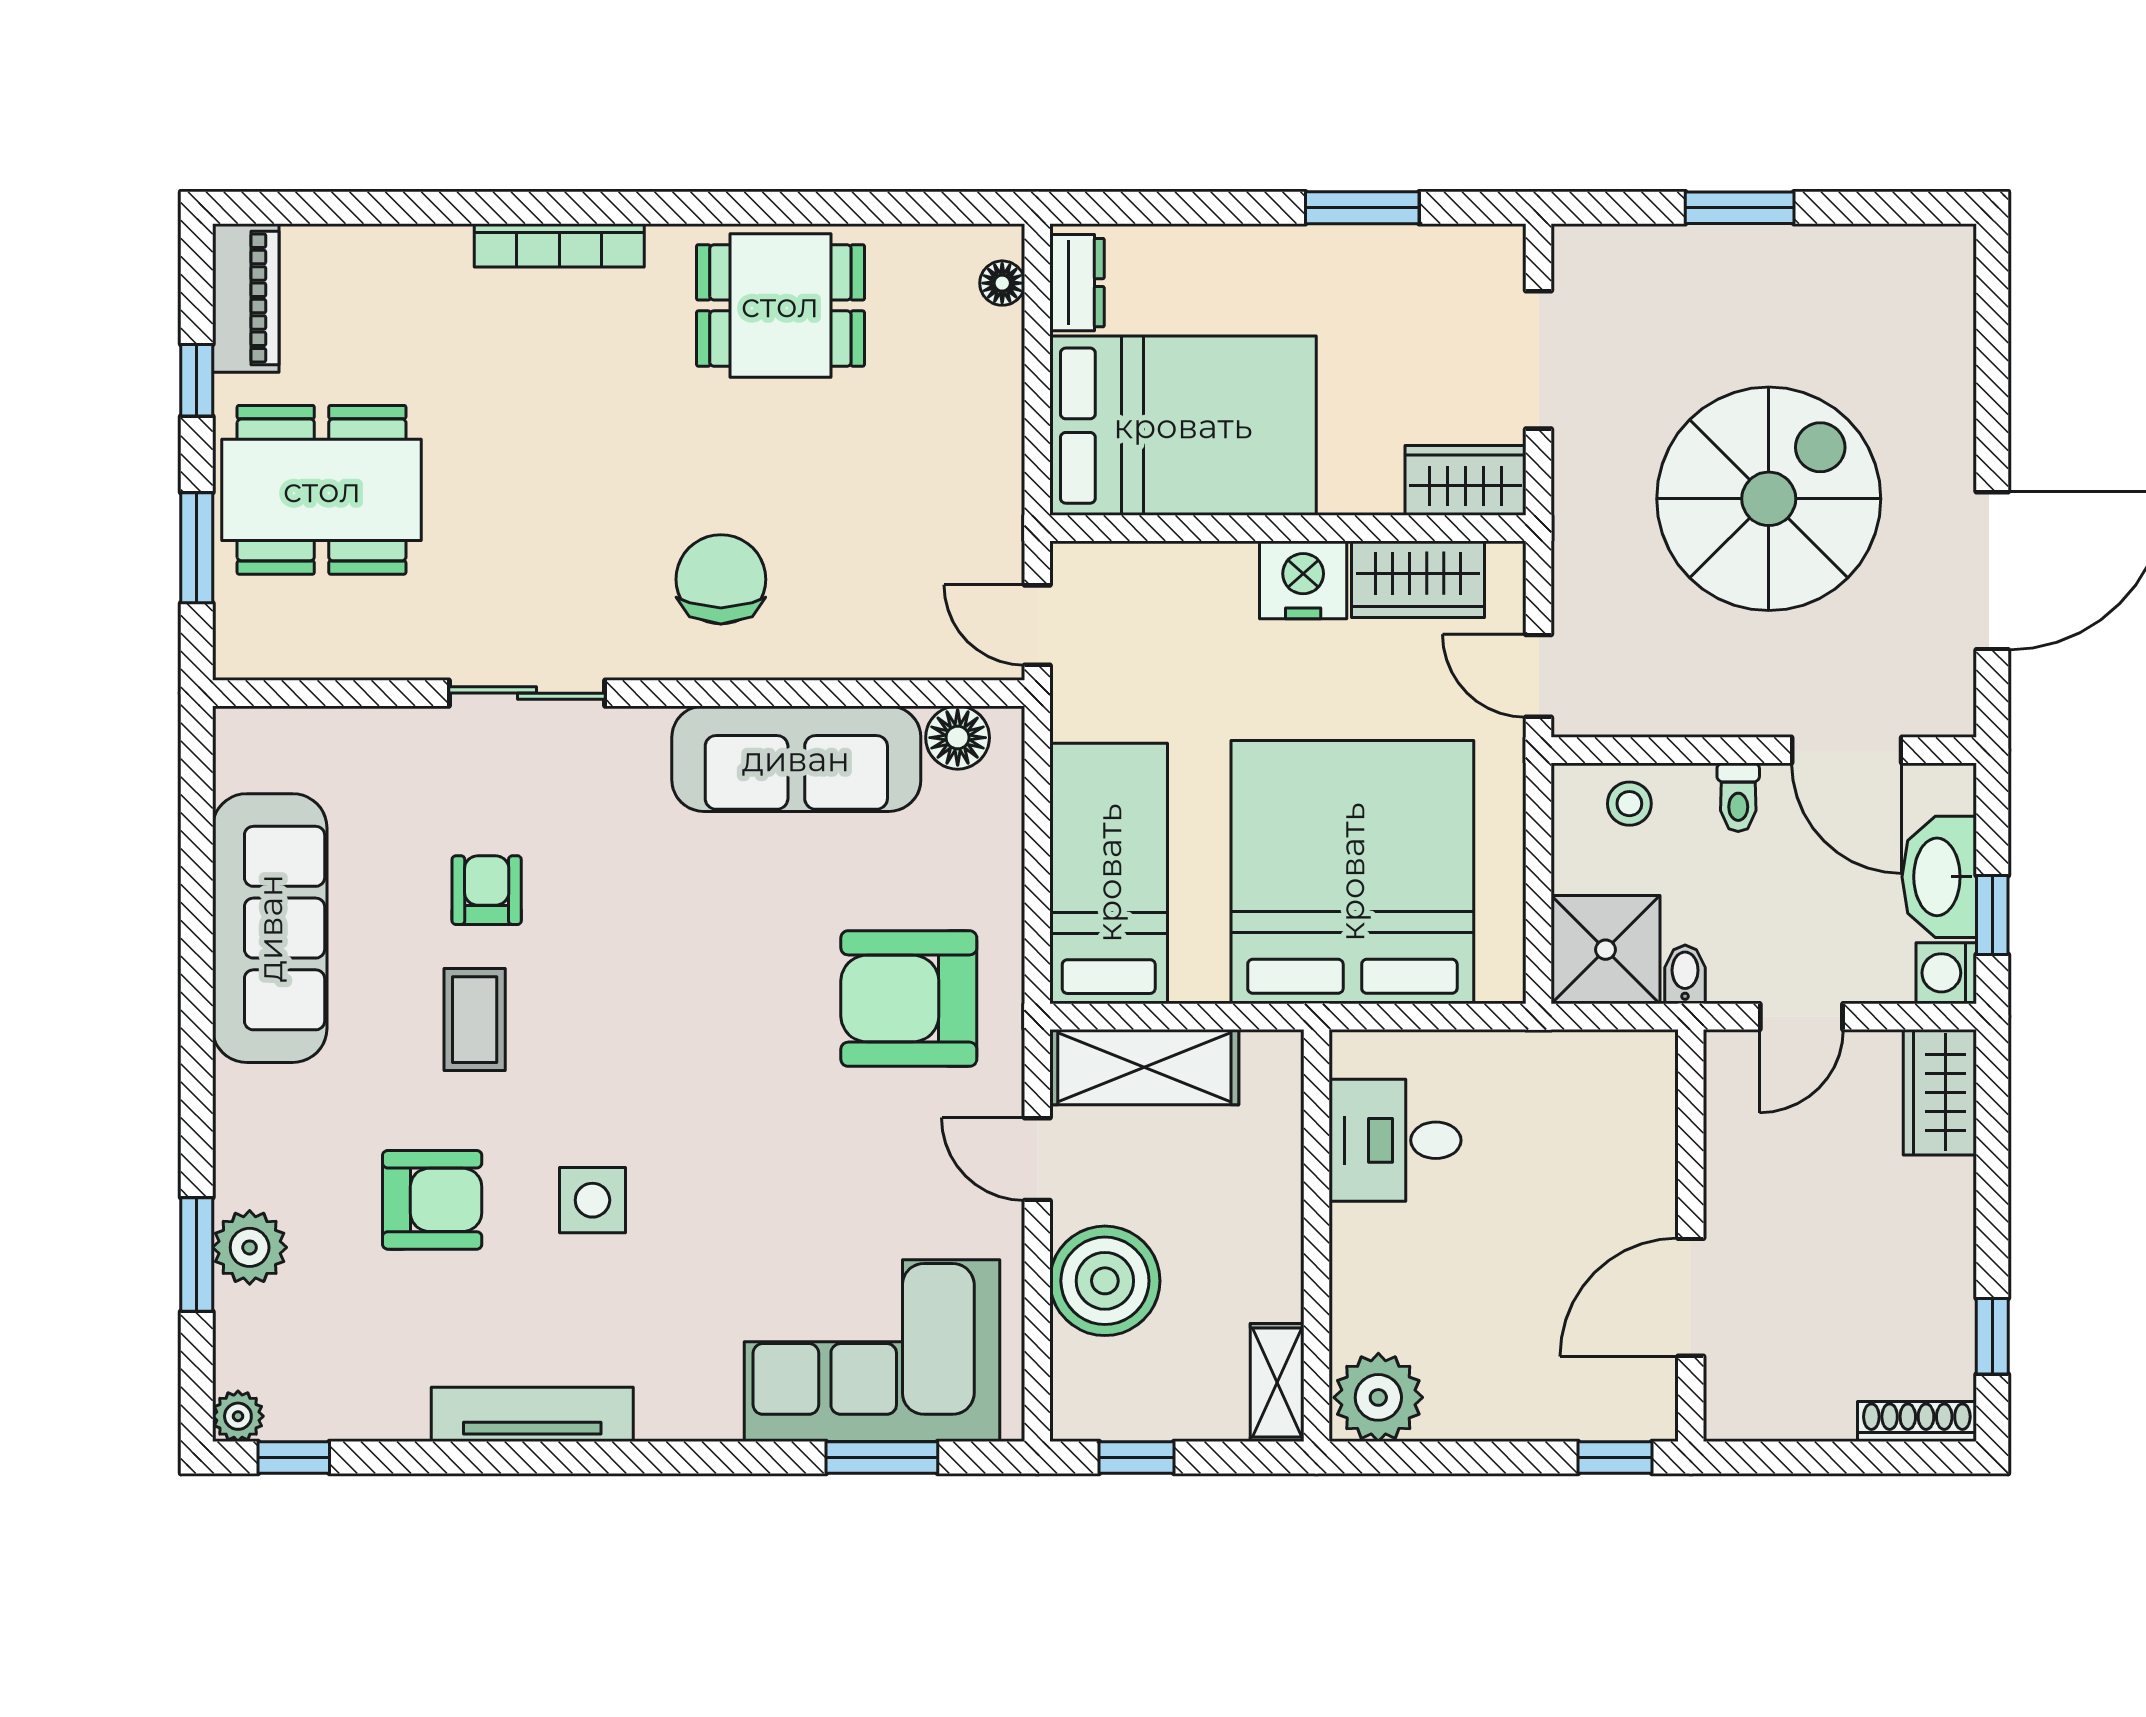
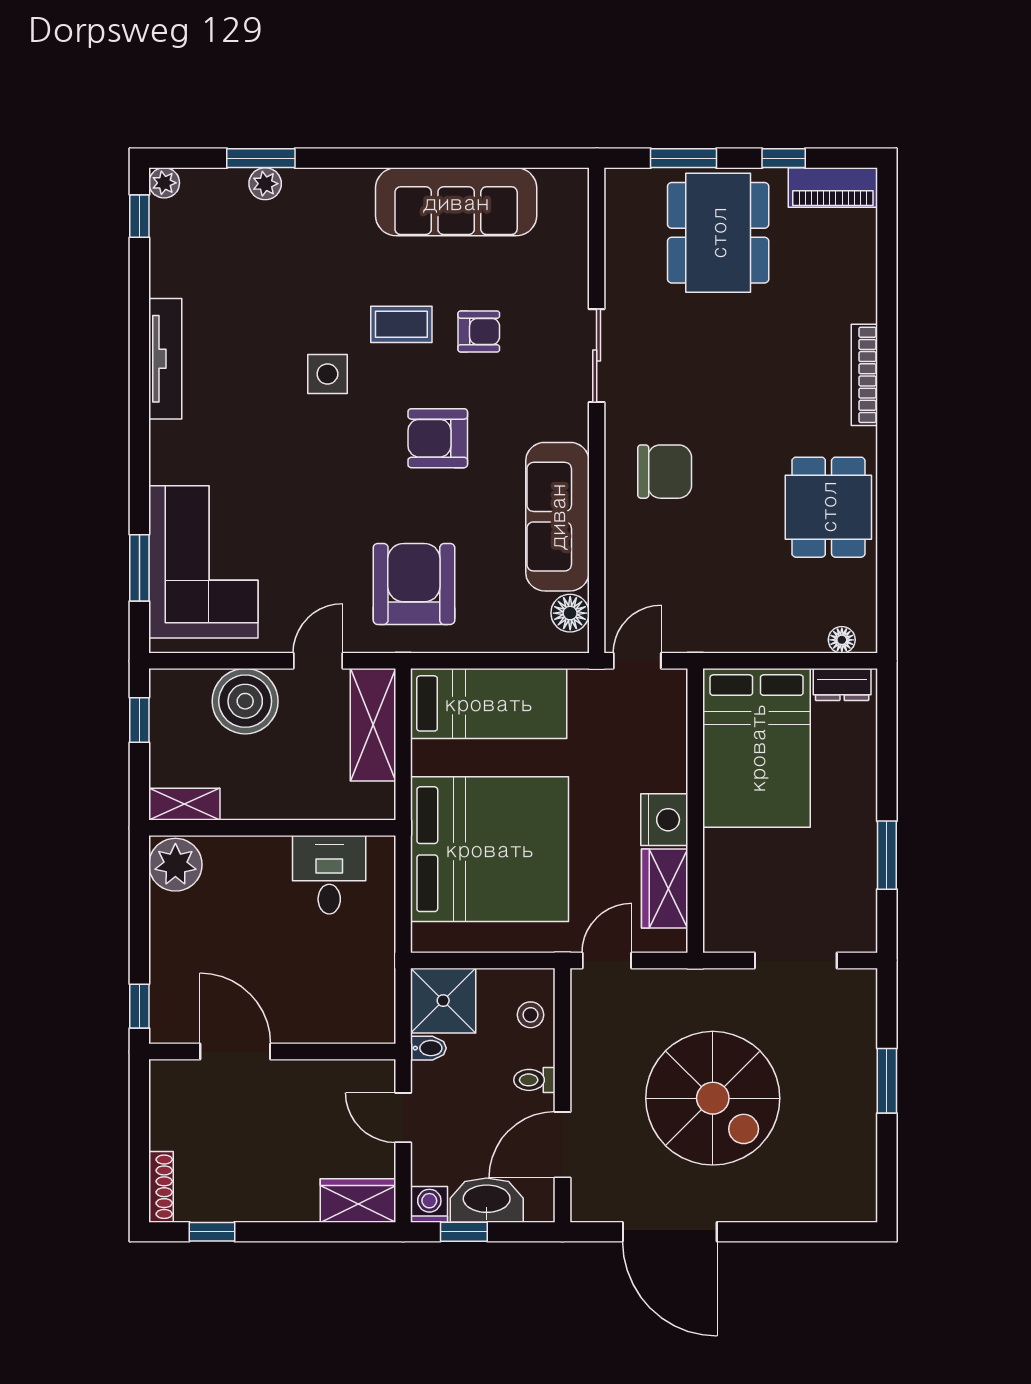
wardrobe: (1465, 480) -> (724, 917), removed
armchair: (432, 1200) -> (438, 438), moved, turned 90
side table: (592, 1200) -> (327, 374), moved
plant: (250, 1247) -> (265, 184), width x0.73, depth x0.73

